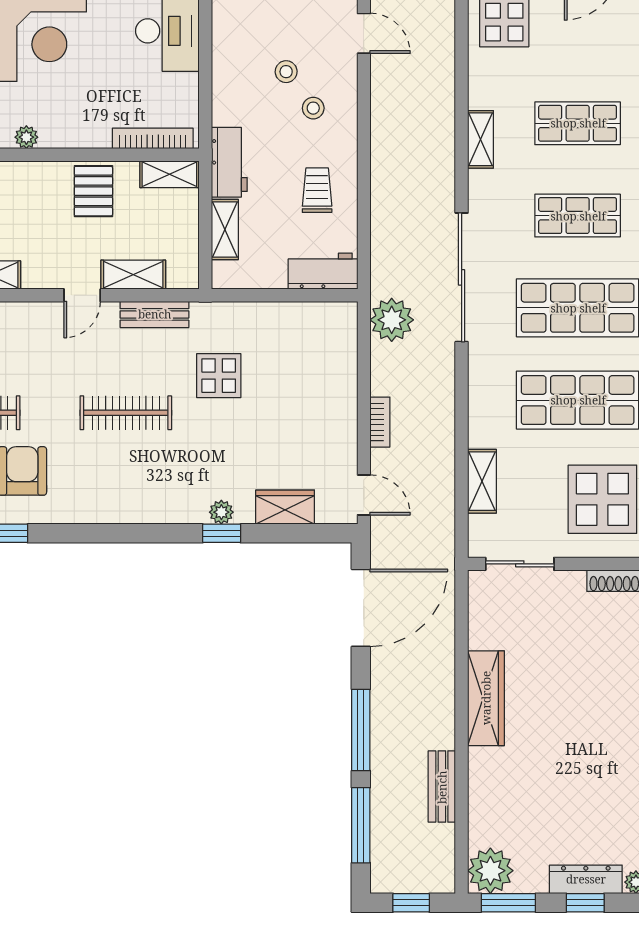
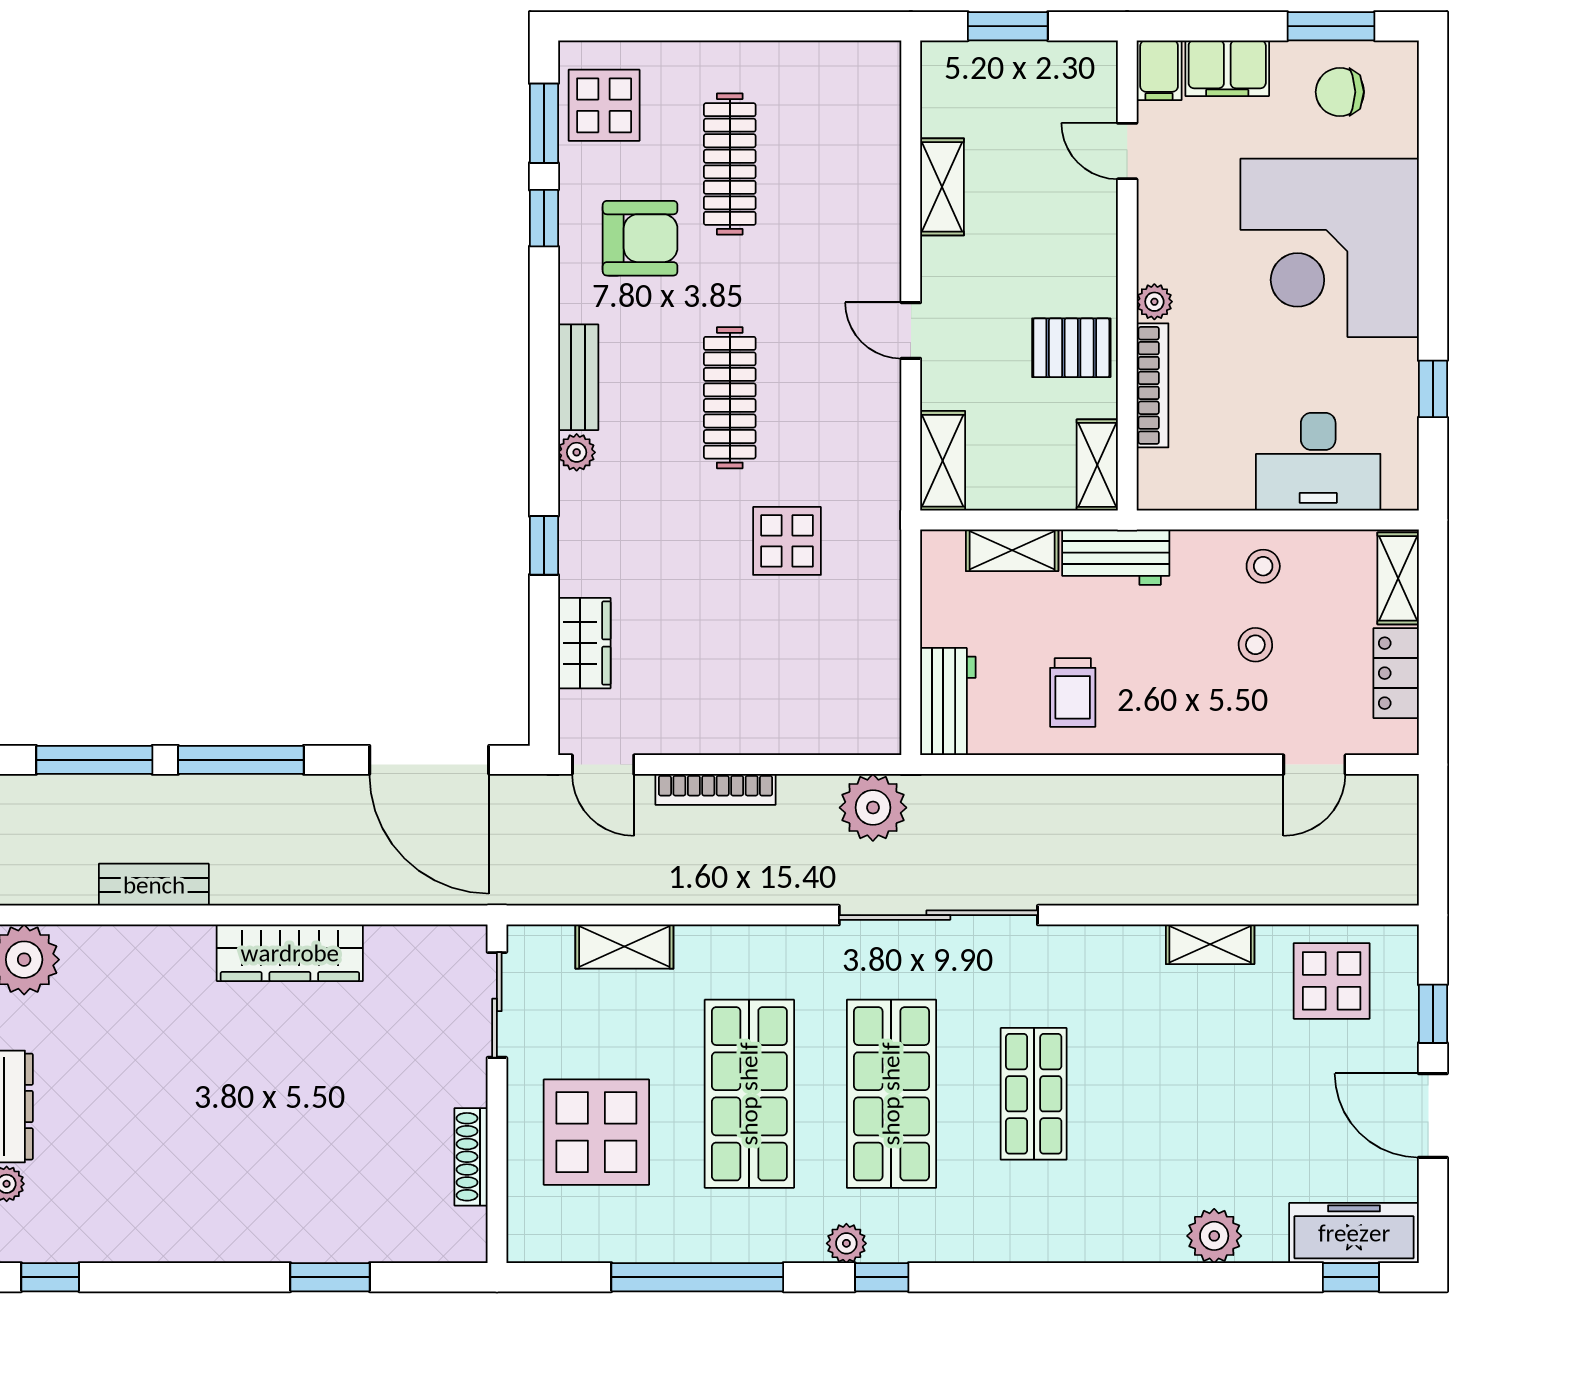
stool: (313, 108) -> (1263, 566), moved
shop shelf: (578, 123) -> (1176, 1094), removed
plant: (26, 137) -> (1154, 302), moved
bookcase: (153, 138) -> (1152, 385), moved
shelving: (481, 139) -> (1210, 944), moved
trolley: (317, 190) -> (1073, 692), turned 90
shelving: (133, 275) -> (943, 461), moved
bench: (155, 314) -> (578, 377), moved
bookcase: (380, 422) -> (715, 789), width x1.56
door: (364, 495) -> (603, 765), hinge flipped
plant: (221, 512) -> (577, 452), moved

